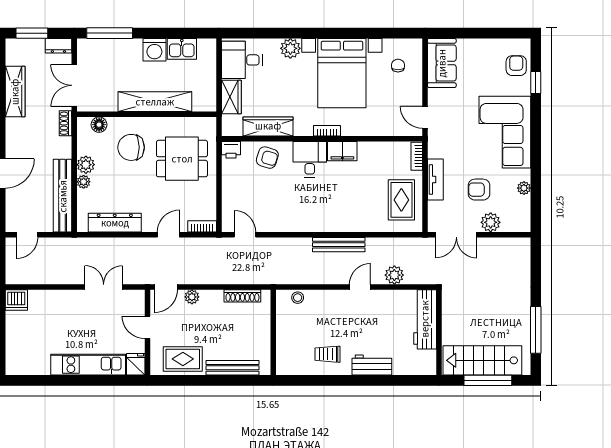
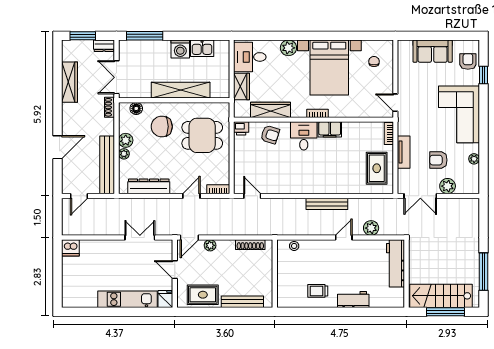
sofa: (442, 63) -> (433, 51), moved, turned 90

